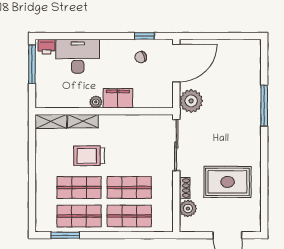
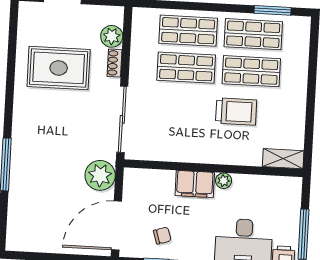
shelving: (83, 121) -> (242, 157), removed

